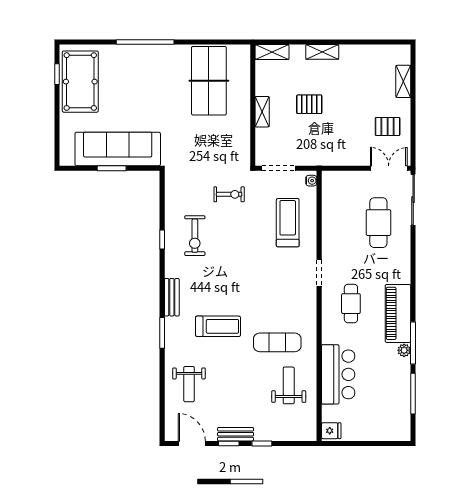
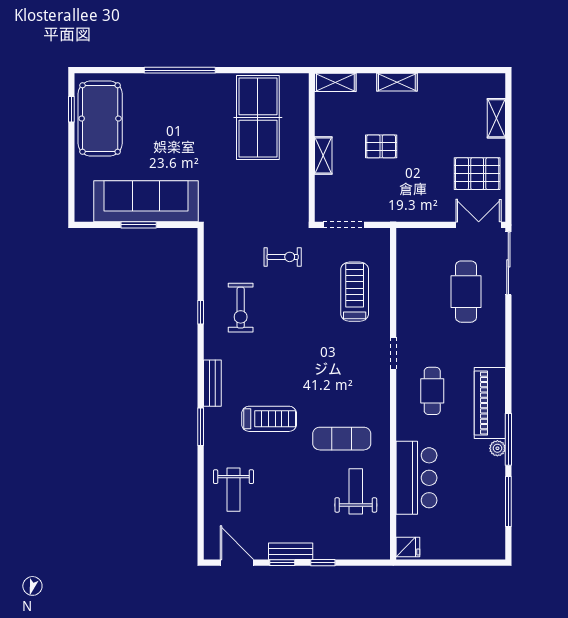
pallet: (388, 127) -> (477, 174), width x1.50, depth x1.42
water cooler: (311, 181) -> (383, 240), removed

